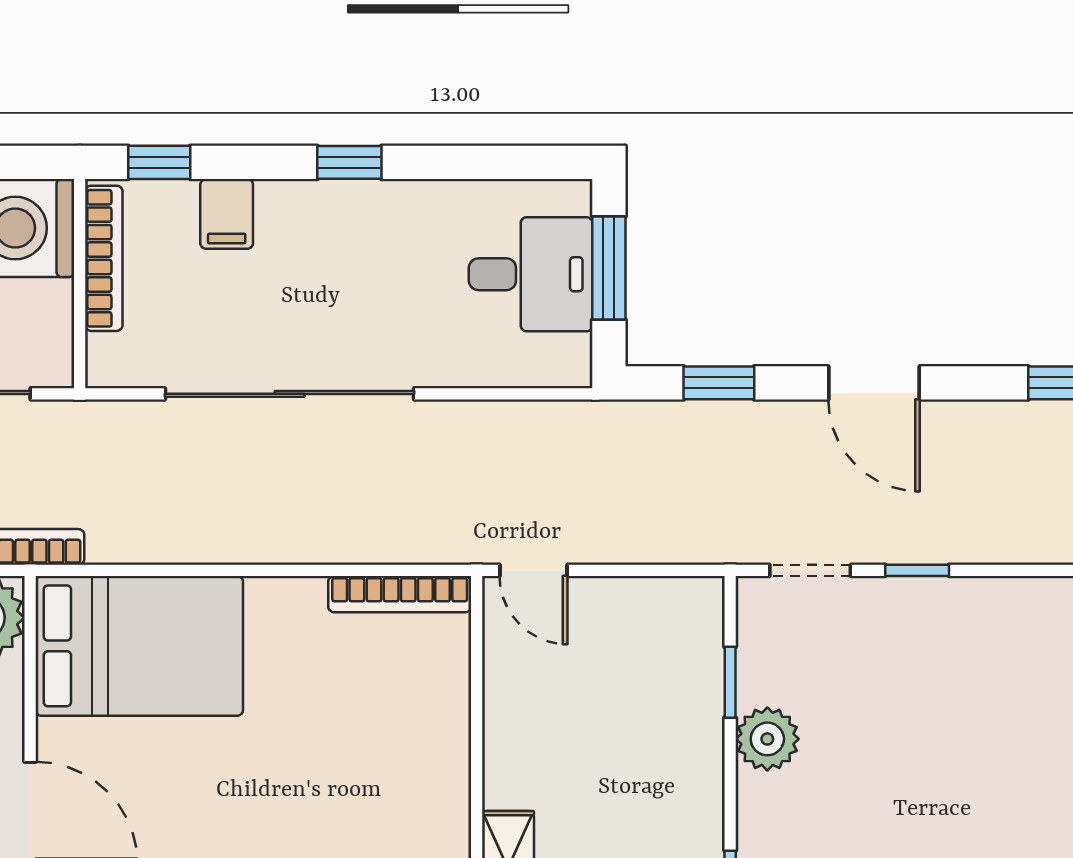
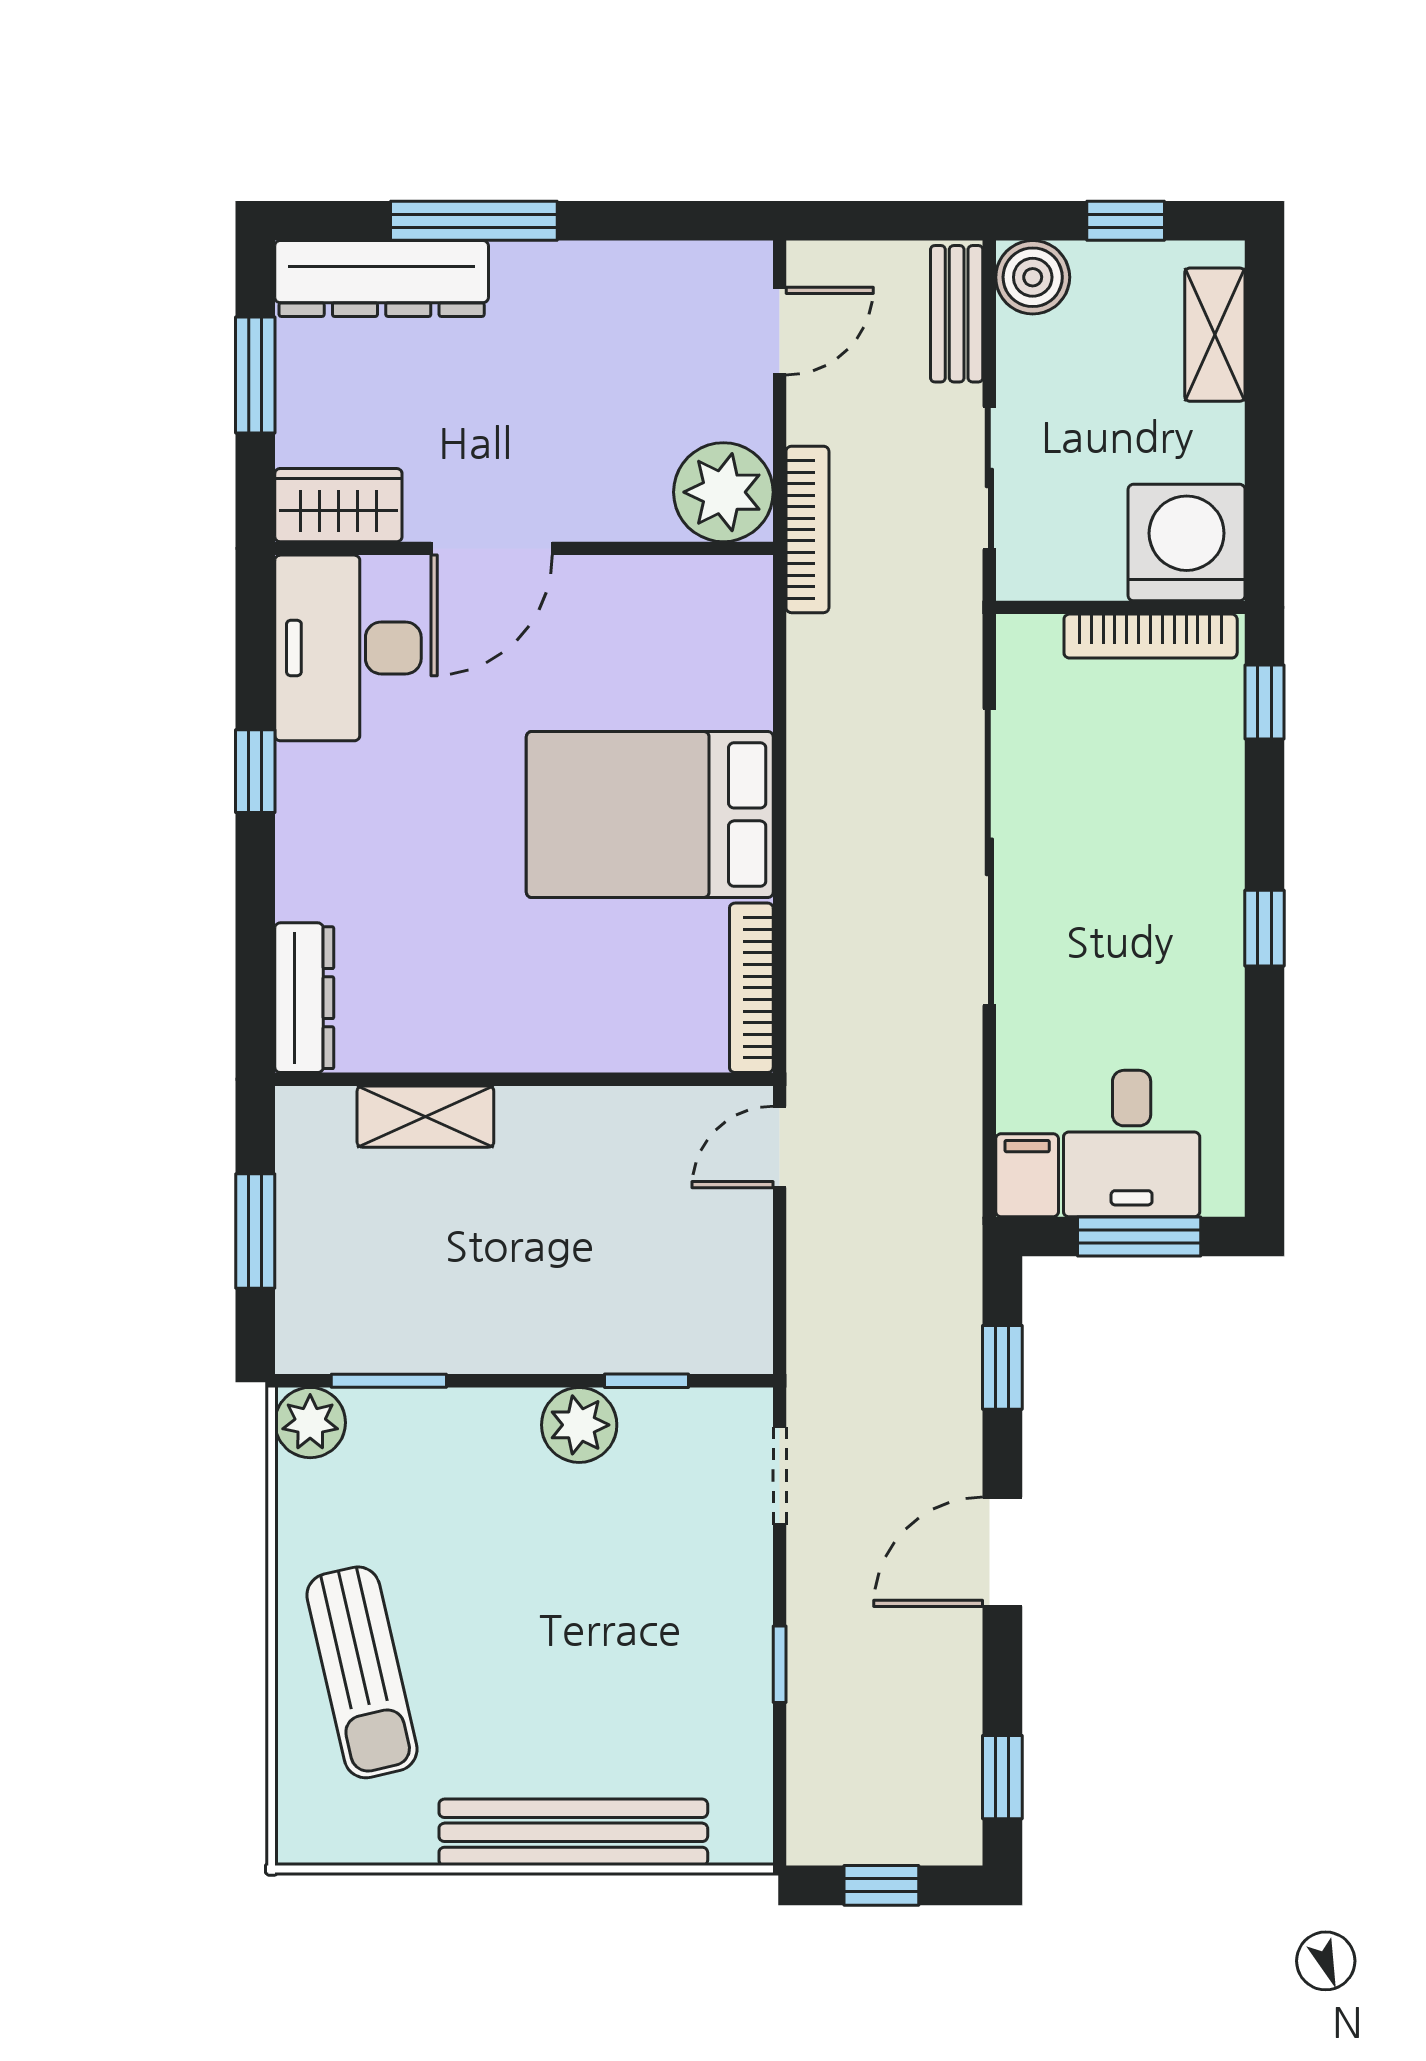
filing cabinet: (227, 214) -> (1027, 1175), moved, turned 90
window: (917, 570) -> (780, 1664), moved
bed: (139, 646) -> (650, 814), moved, turned 90

